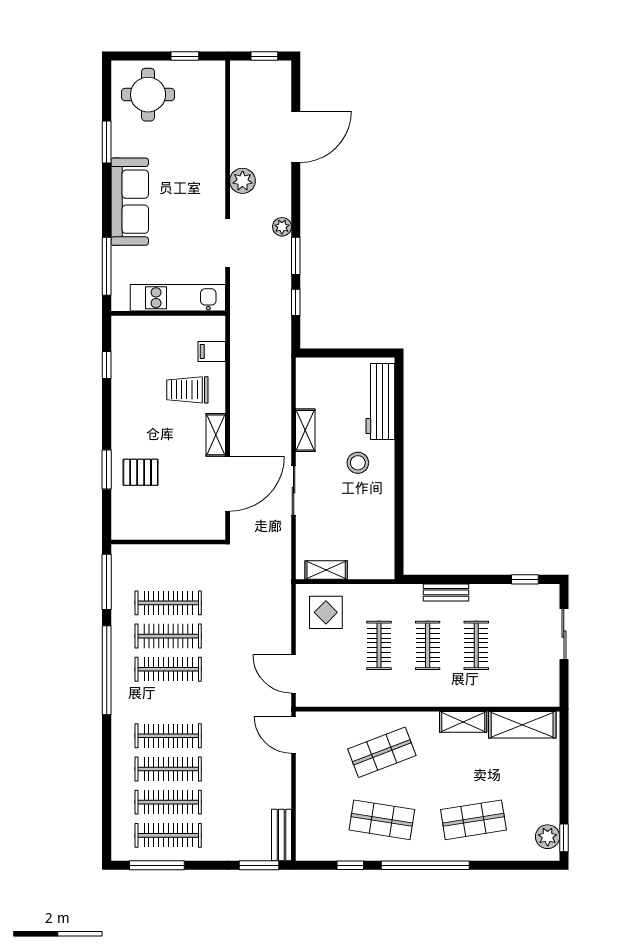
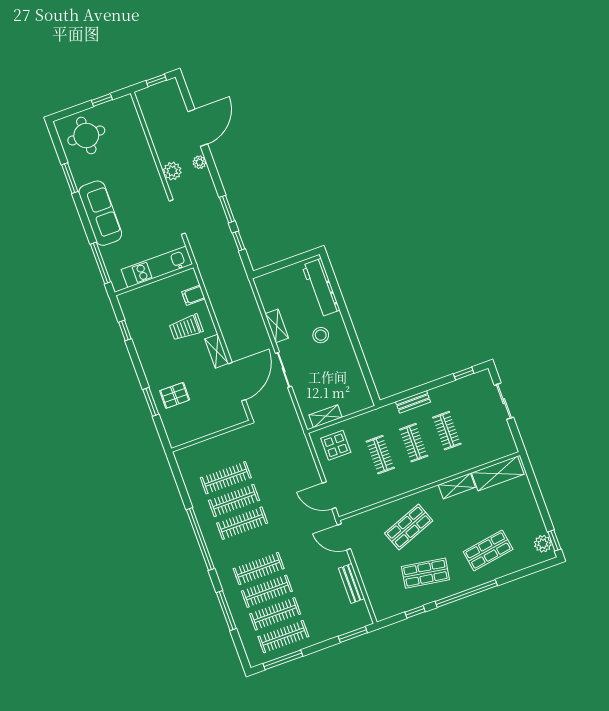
plant: (282, 227) -> (200, 162), moved
window: (107, 582) -> (226, 611), moved
bench: (281, 835) -> (352, 583), moved

